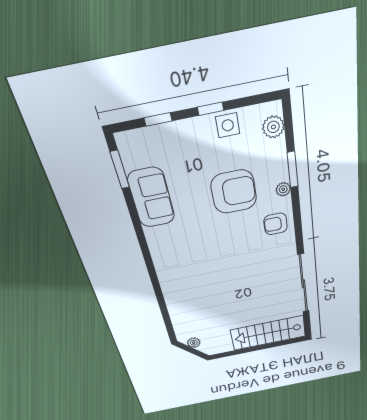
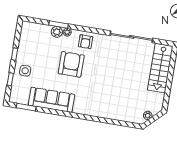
side table: (228, 125) -> (25, 71), moved
plant: (273, 127) -> (57, 32), moved
armchair: (234, 192) -> (71, 64), moved
sofa: (151, 198) -> (51, 100), width x1.36

